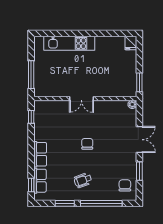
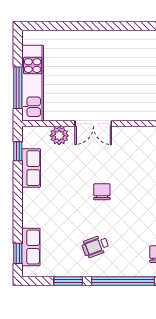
kitchen unit: (69, 43) -> (33, 83), moved, turned -90
plant: (59, 106) -> (59, 136), added
row of seats: (40, 154) -> (31, 168), moved

